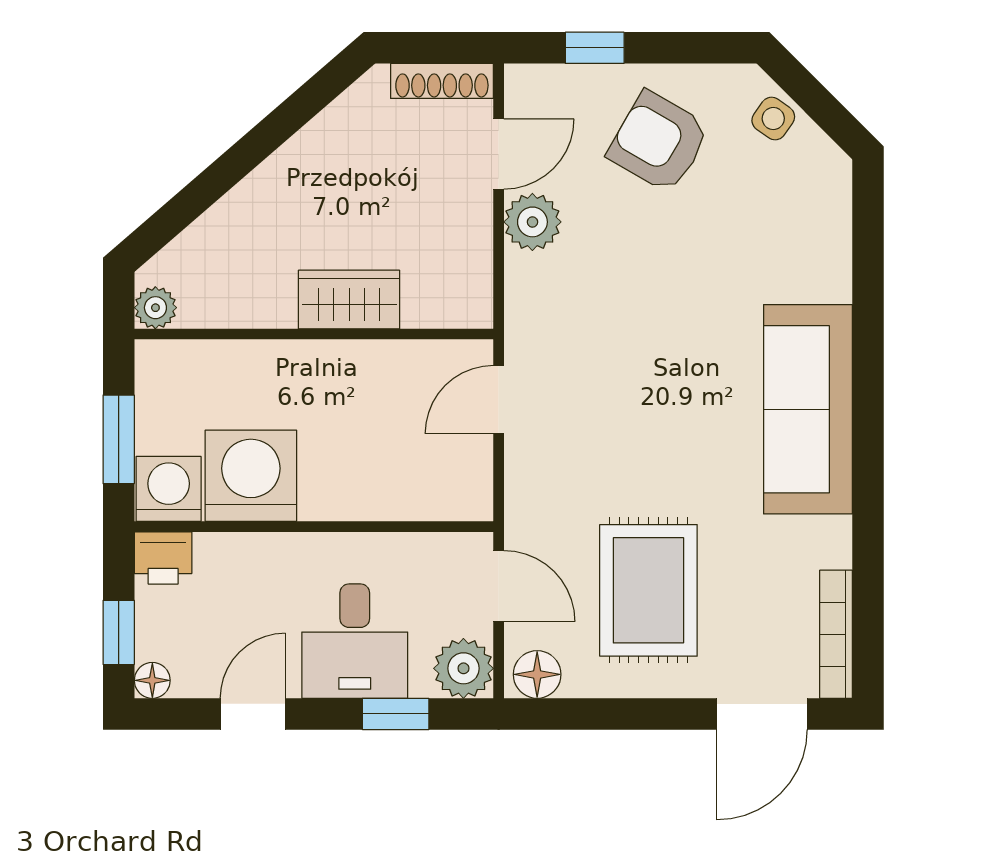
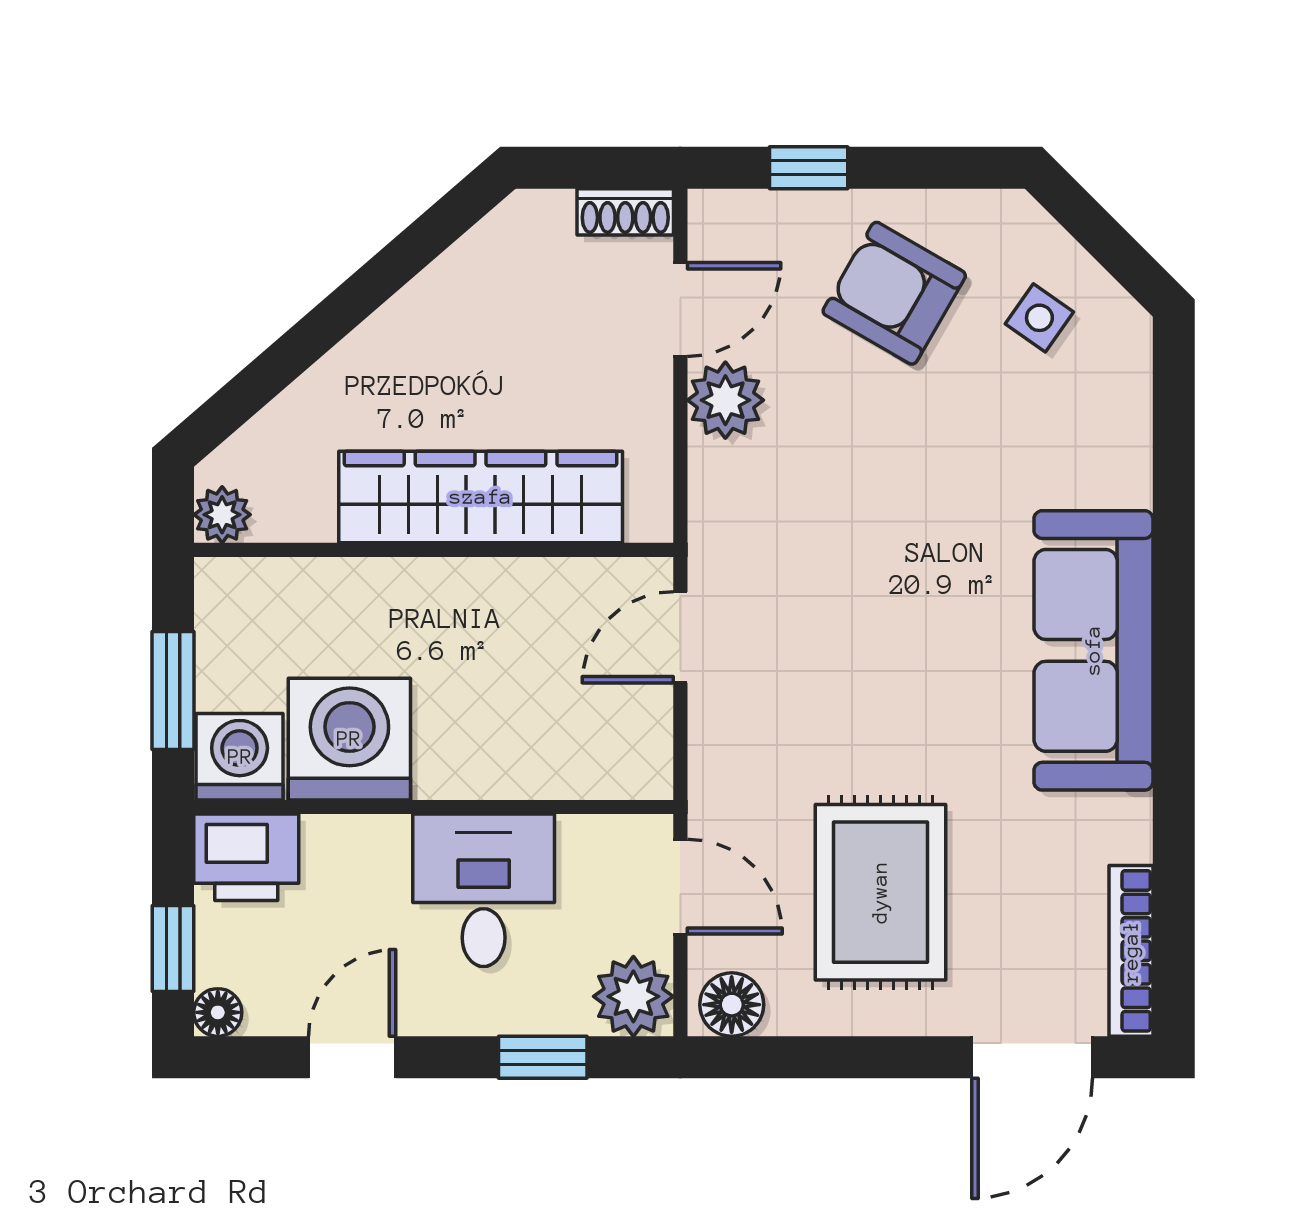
shoe rack: (442, 81) -> (625, 212), width x0.70
side table: (773, 119) -> (1039, 318), moved
wardrobe: (349, 300) -> (481, 497), width x2.10, depth x1.17
printer: (163, 558) -> (246, 857), width x1.36, depth x1.24
desk: (355, 641) -> (484, 890), moved, turned 180

